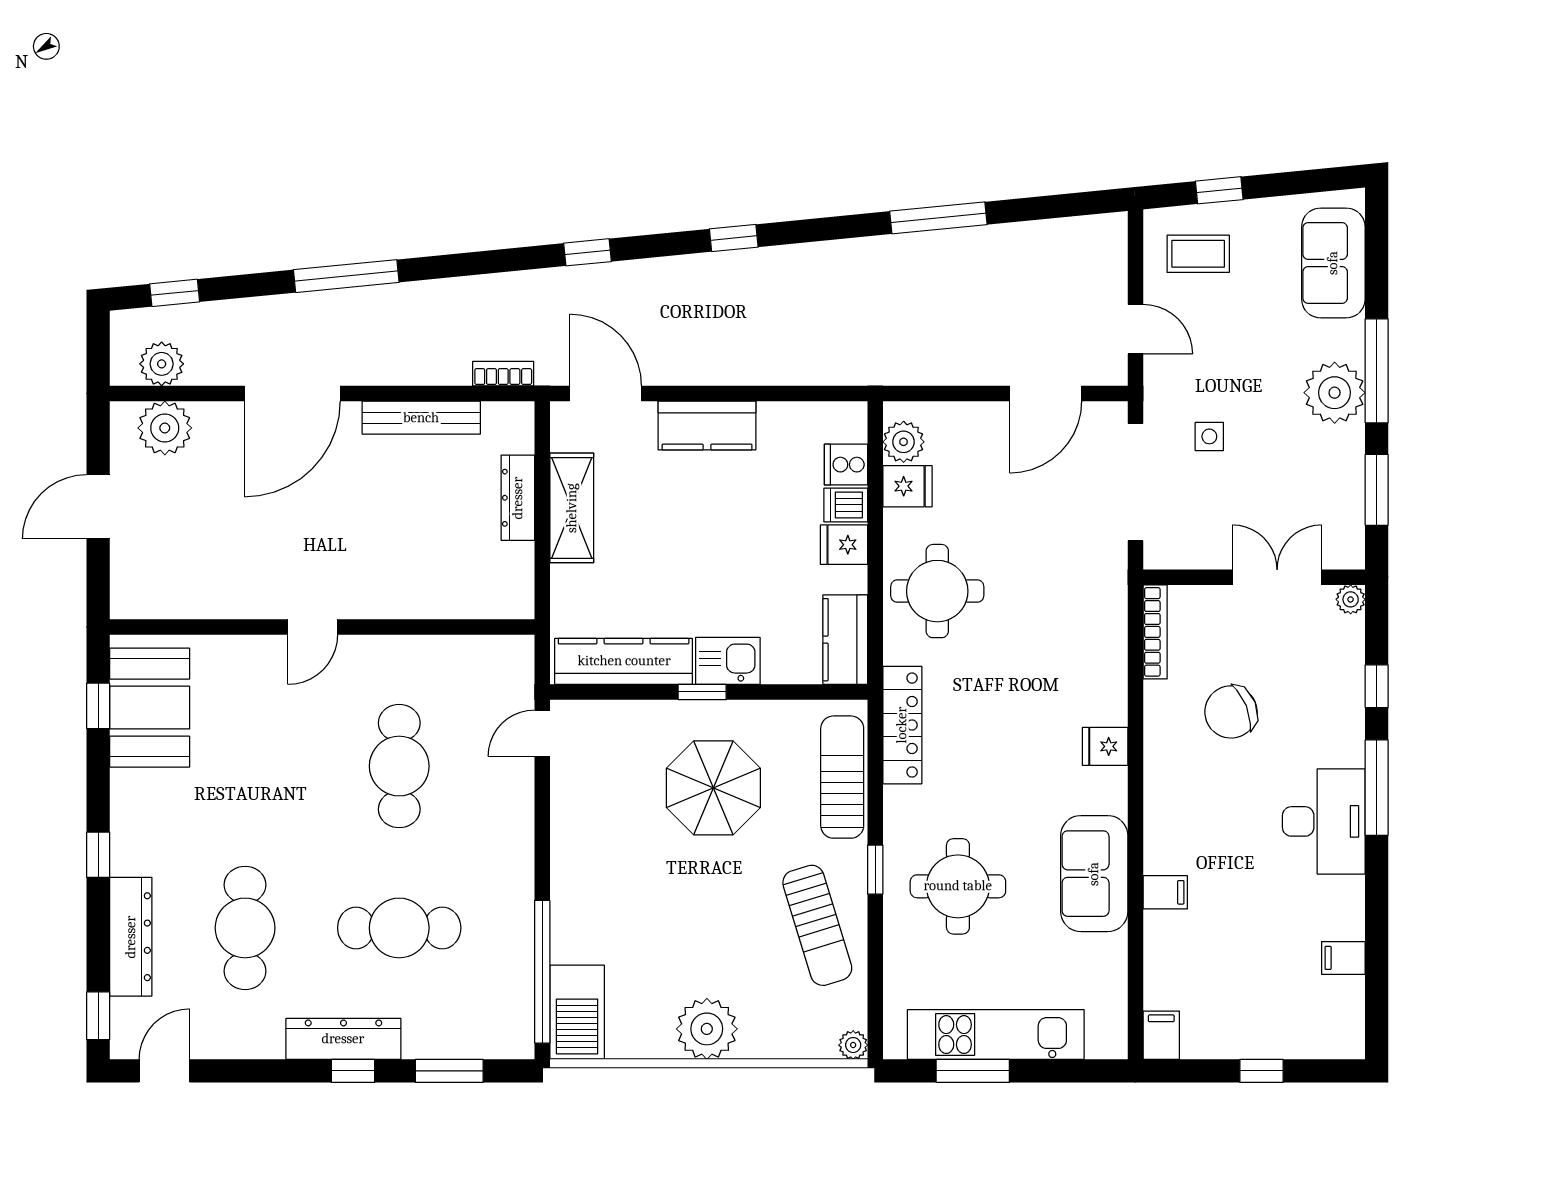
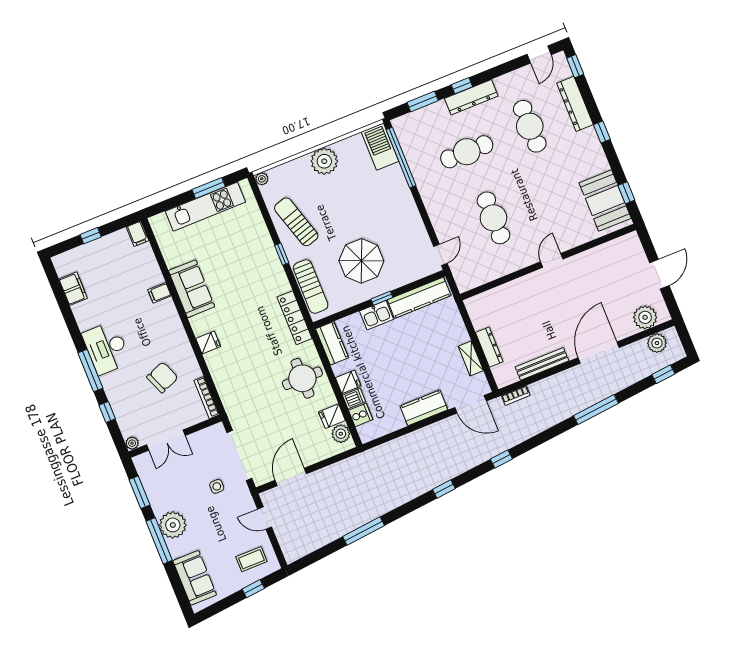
shelving: (572, 508) -> (471, 358), width x0.67, depth x0.75
round table: (958, 886) -> (245, 261), removed
filing cabinet: (1343, 958) -> (73, 289), width x2.00

